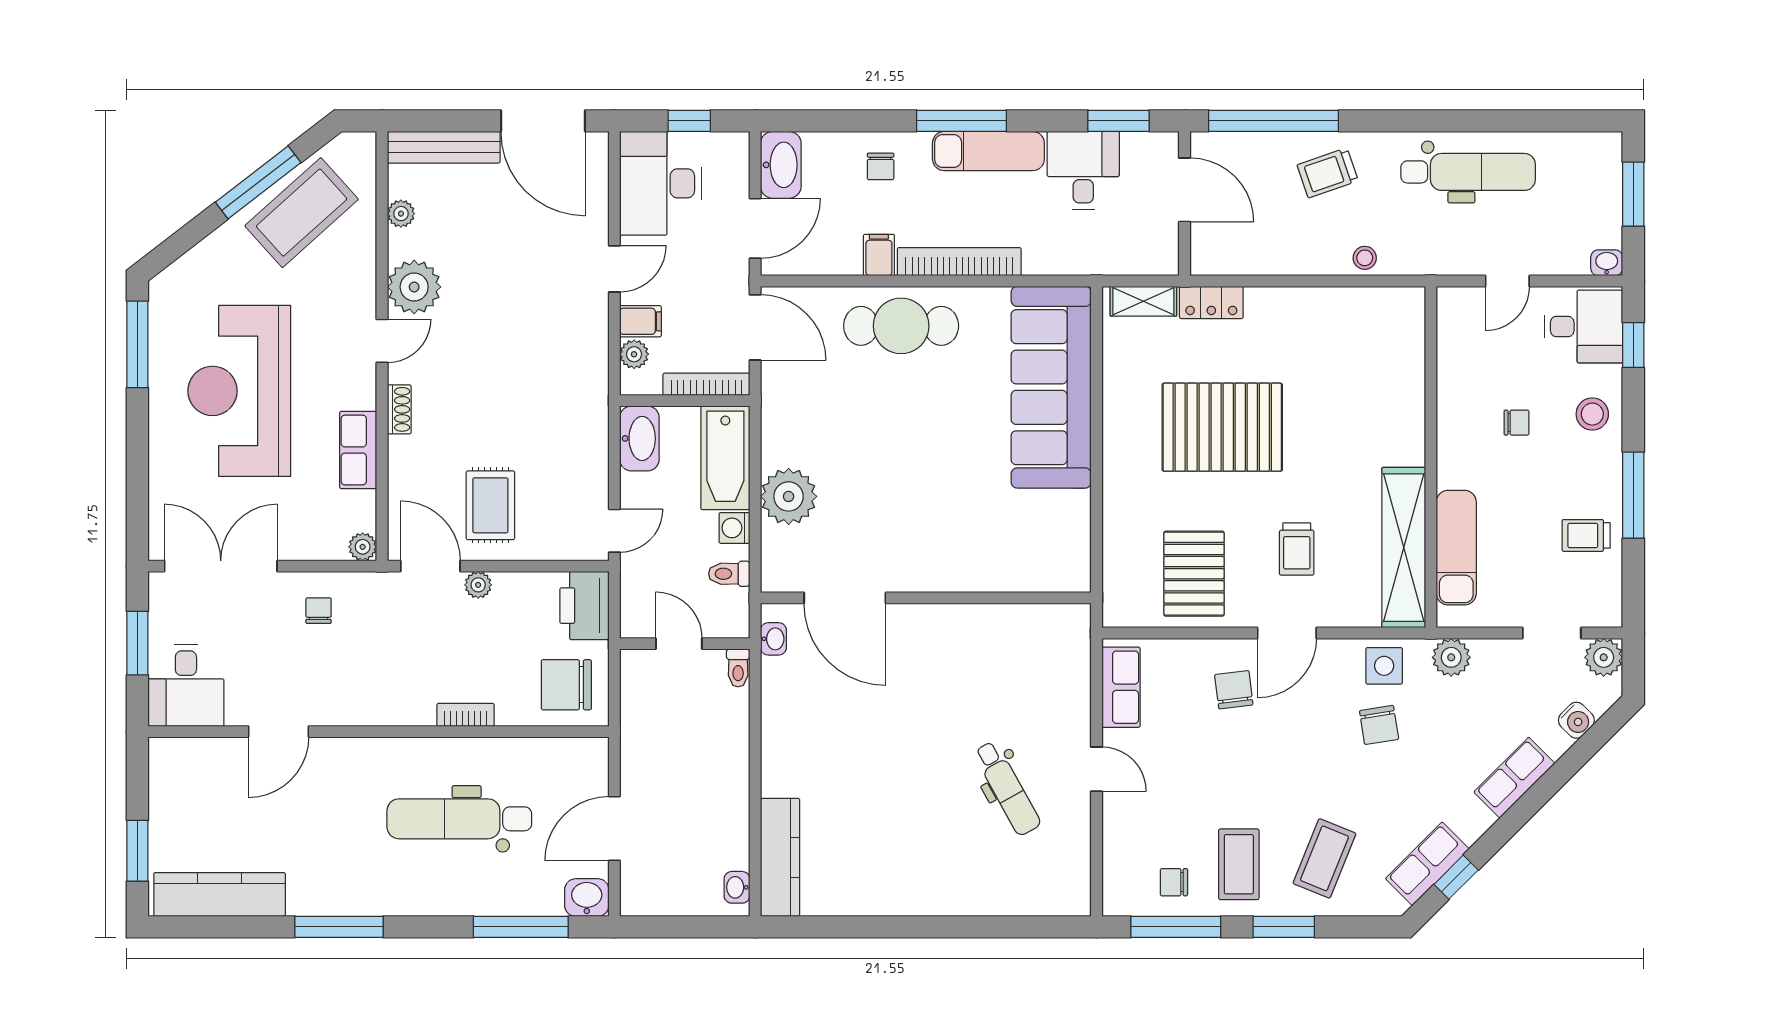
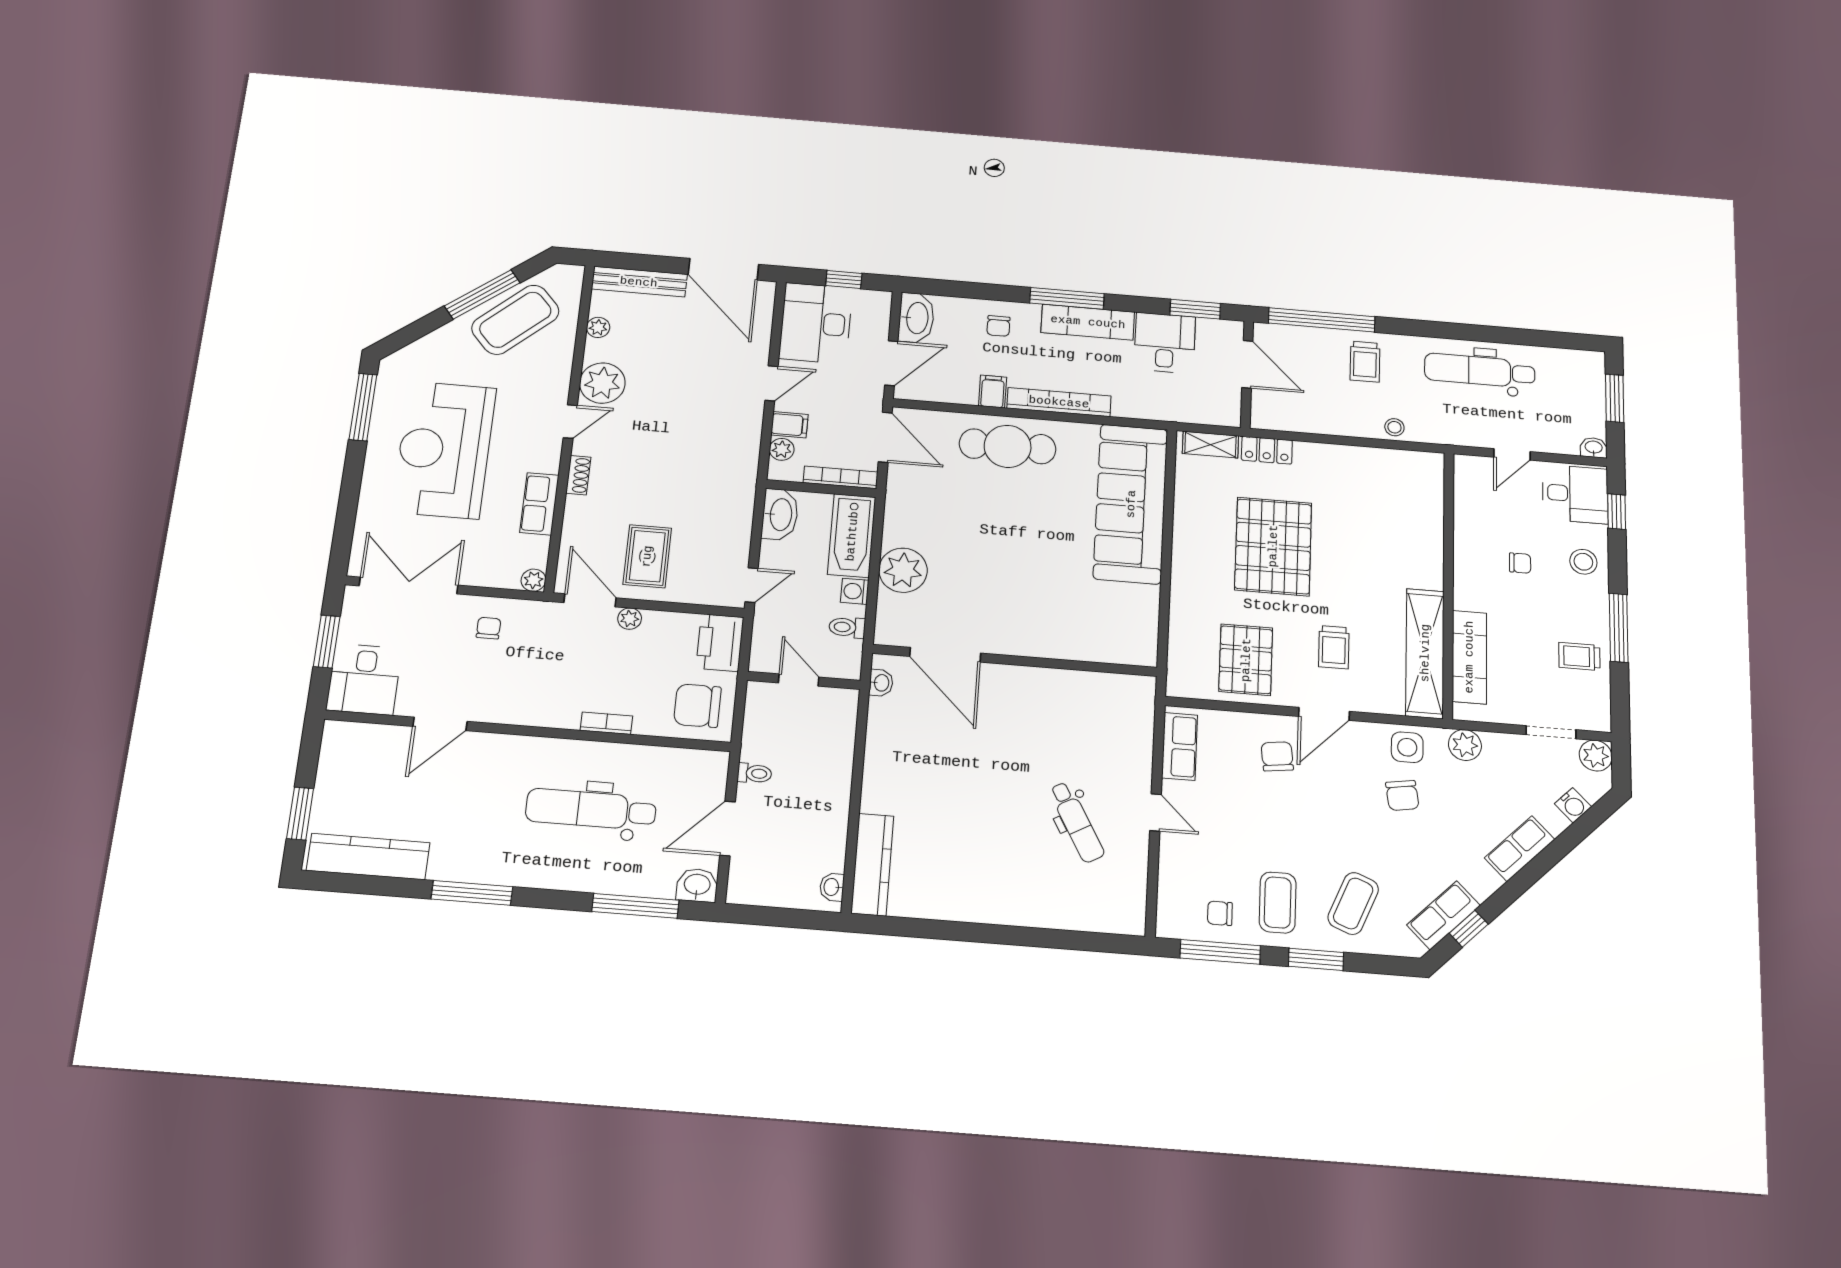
dental chair: (1468, 172) -> (1480, 371), turned 180
trolley: (1328, 173) -> (1365, 362), turned -71
pallet: (1222, 427) -> (1273, 546), turned 90
toilet: (738, 668) -> (754, 773), moved, turned -90

